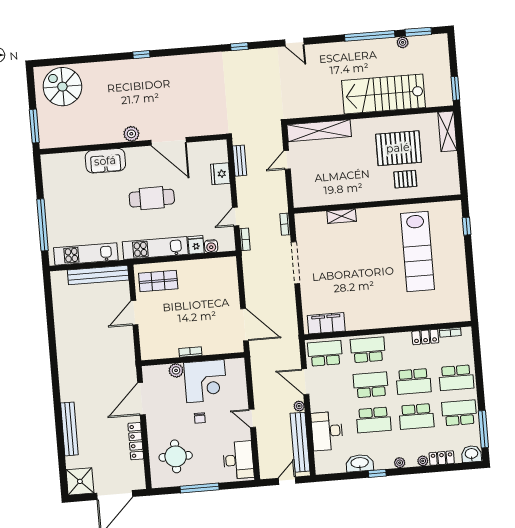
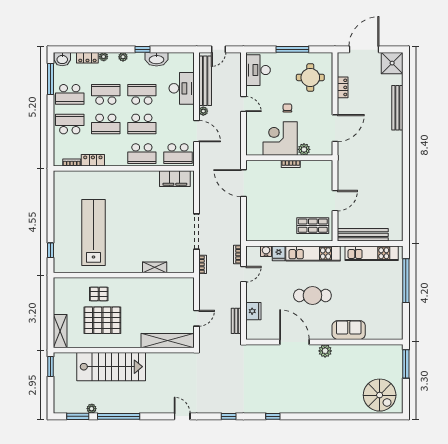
window: (141, 55) -> (273, 416), moved
school desk: (413, 381) -> (106, 124), turned 180
locker: (136, 441) -> (343, 87), width x0.66

